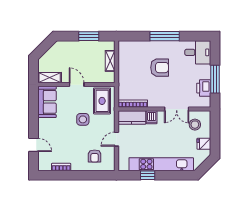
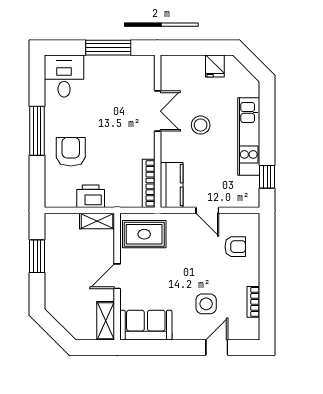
shelving: (110, 61) -> (97, 221), moved
armchair: (160, 68) -> (71, 152), moved
printer: (204, 88) -> (91, 196), moved, turned 180
dishwasher: (152, 117) -> (171, 152), removed
side table: (83, 119) -> (206, 304), moved
stool: (195, 125) -> (201, 125), moved
kitchen unit: (161, 164) -> (249, 137), width x0.73
window: (148, 175) -> (267, 177), moved

